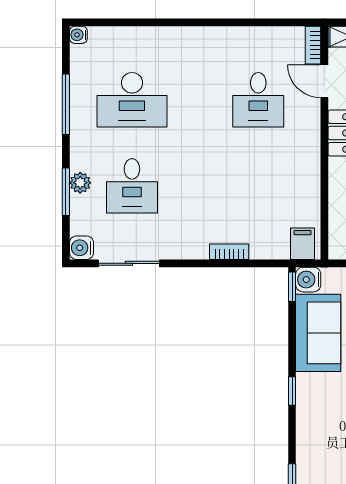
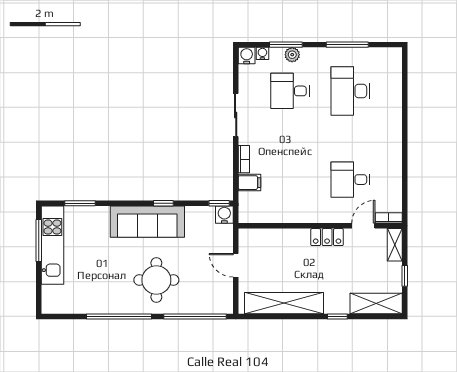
water cooler: (78, 35) -> (262, 53), moved
filing cabinet: (303, 244) -> (249, 183), moved
sliding door: (129, 263) -> (236, 115), moved
sofa: (318, 333) -> (147, 222), moved, width x1.36
window: (292, 391) -> (163, 203), moved

